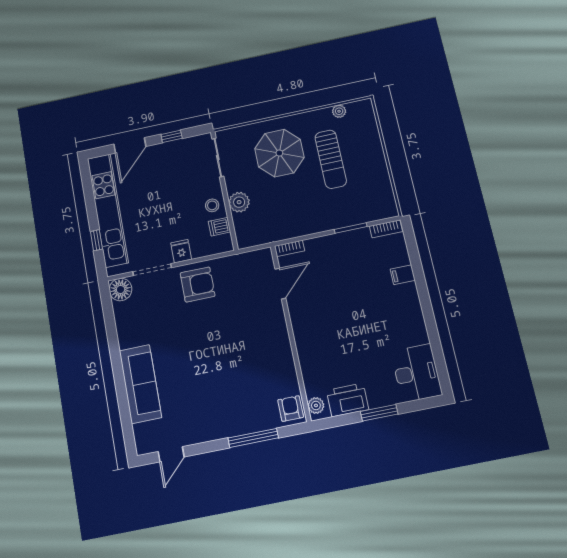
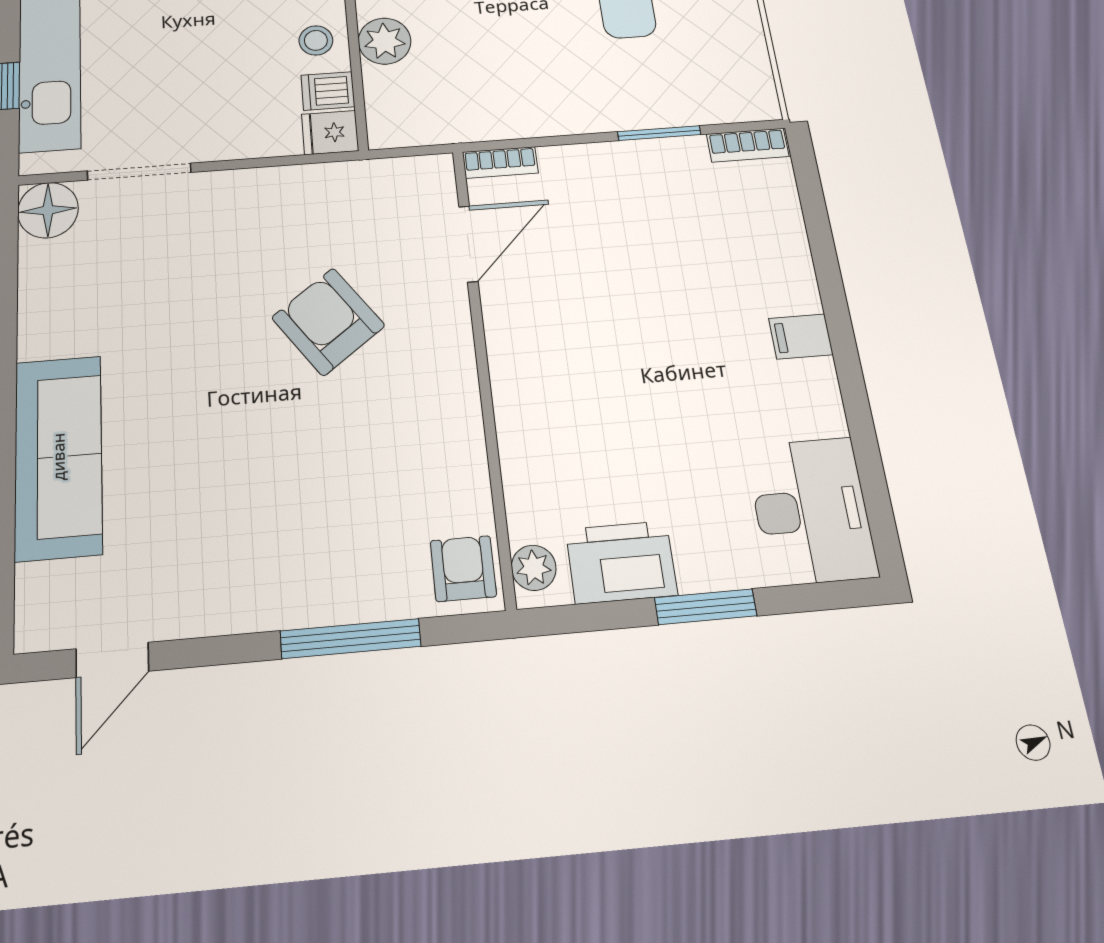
fridge: (181, 251) -> (330, 132), moved, turned -90
filing cabinet: (403, 275) -> (801, 337), moved
armchair: (198, 285) -> (328, 322), moved, turned -126

